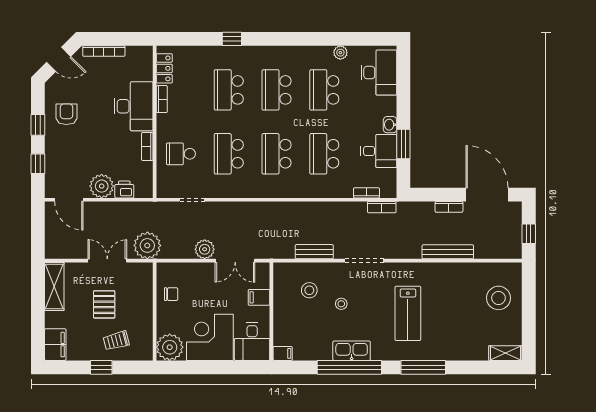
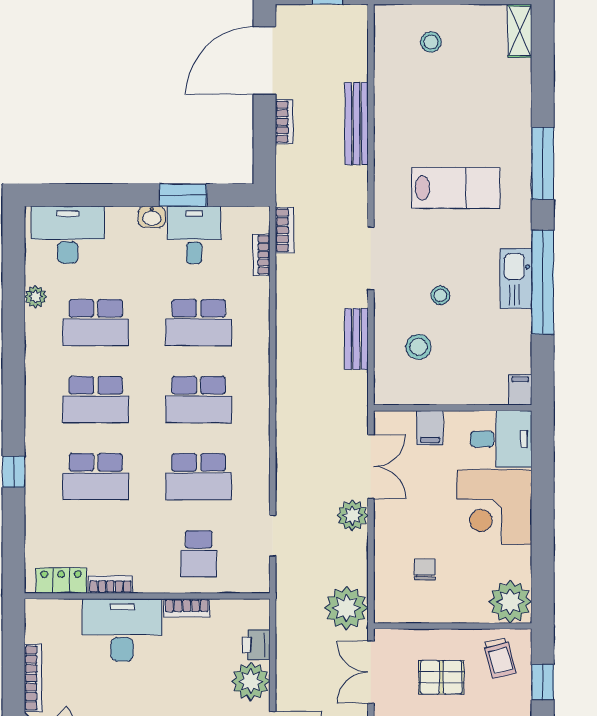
stool: (499, 298) -> (431, 42), width x0.53, depth x0.53
wall: (155, 311) -> (453, 626), moved
plant: (170, 347) -> (510, 602), moved

